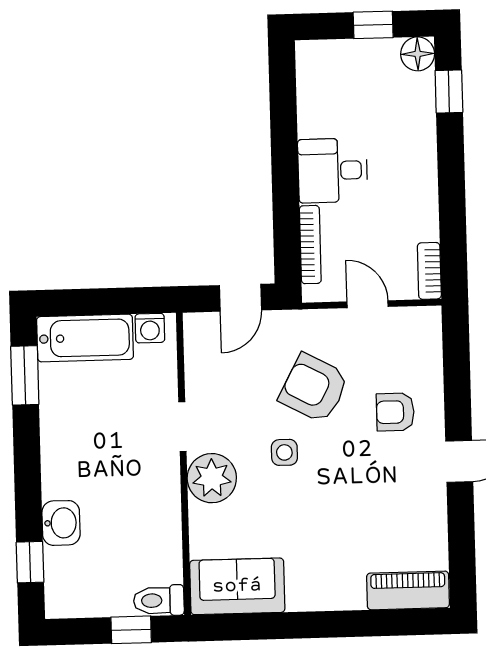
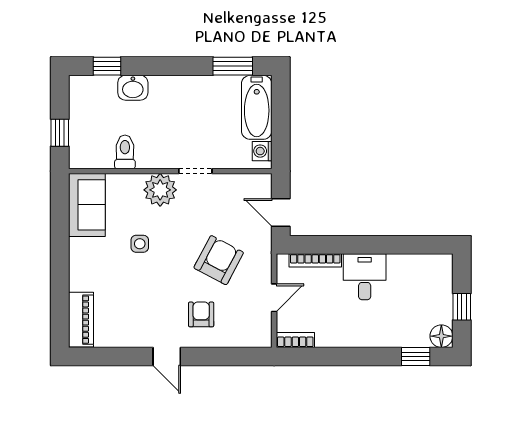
side table: (284, 452) -> (140, 244), moved
toilet: (159, 600) -> (125, 152), moved

